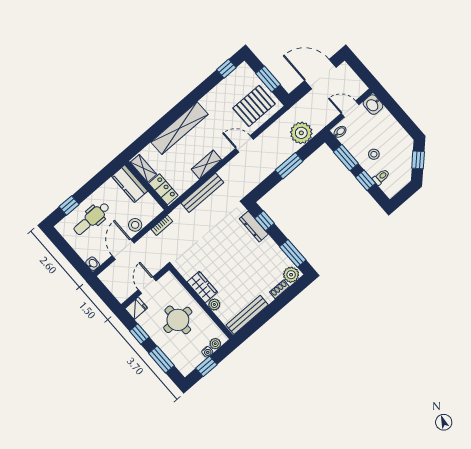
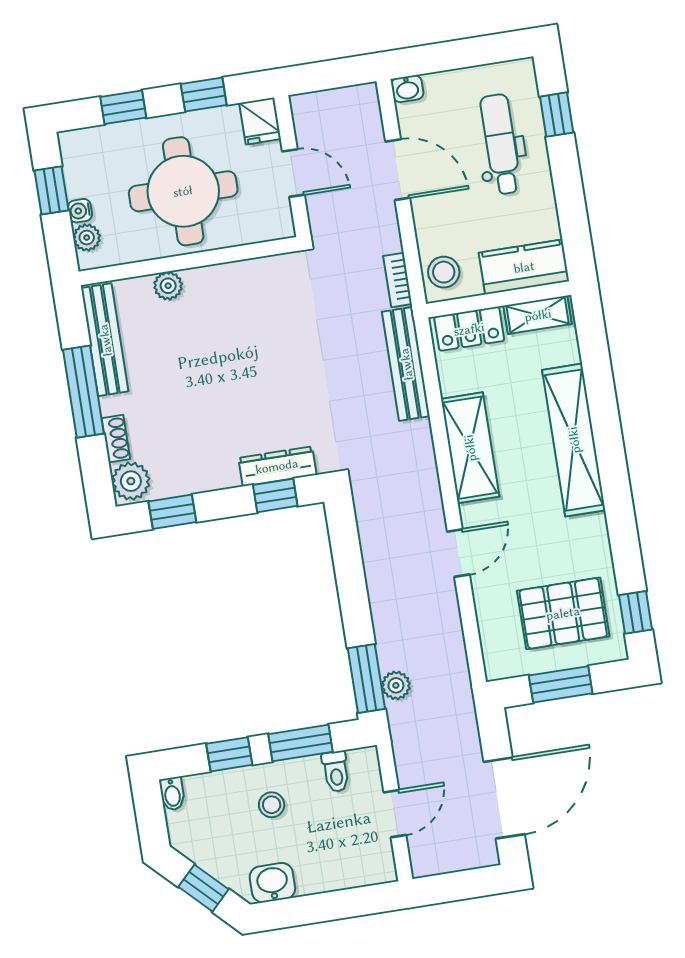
washbasin: (373, 105) -> (272, 883), moved
pallet: (254, 106) -> (563, 613), moved, turned 90
bidet: (340, 132) -> (172, 794), moved
plant: (301, 133) -> (396, 685), width x0.53, depth x0.53
shelving: (206, 165) -> (470, 448), width x1.50, depth x1.33
window: (289, 166) -> (366, 679), moved
toilet: (381, 177) -> (336, 772), moved
bench: (202, 193) -> (406, 364), moved
stool: (135, 225) -> (444, 272), moved
window: (293, 253) -> (172, 512), width x0.67
wardrobe: (202, 287) -> (219, 283), removed
window: (270, 311) -> (83, 392), added
round table: (178, 320) -> (183, 191), width x1.36, depth x1.36
window: (161, 359) -> (123, 107), width x0.67

